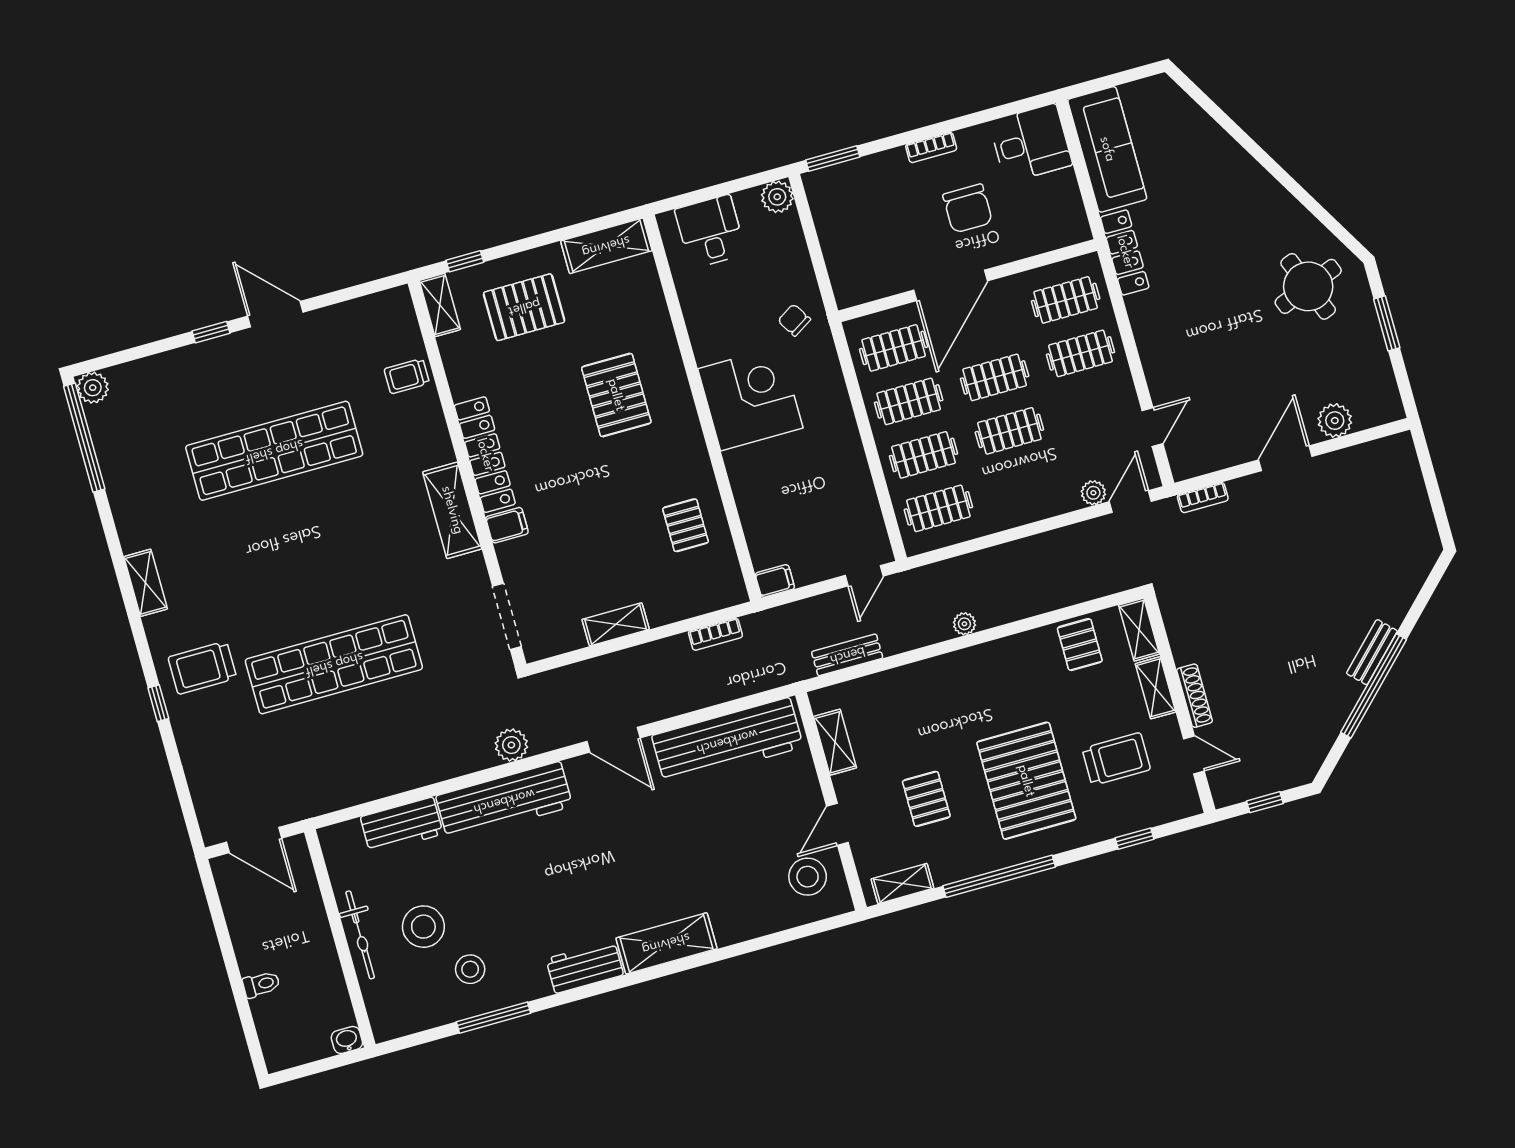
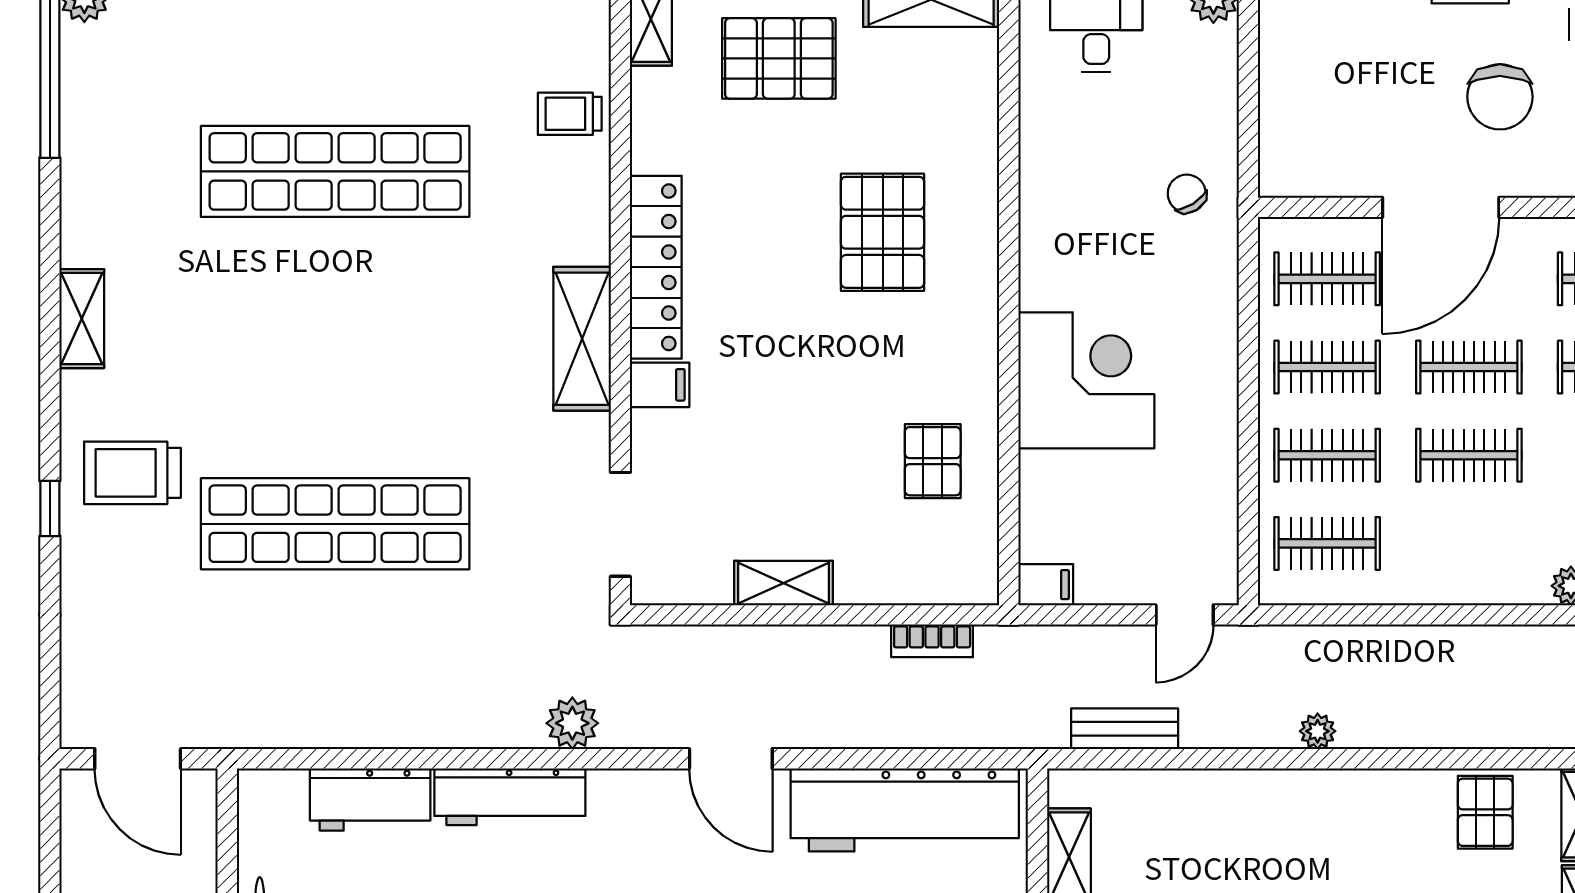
corner desk: (750, 398) -> (1086, 380), moved
workbench: (504, 801) -> (510, 797), width x0.73, depth x0.76

